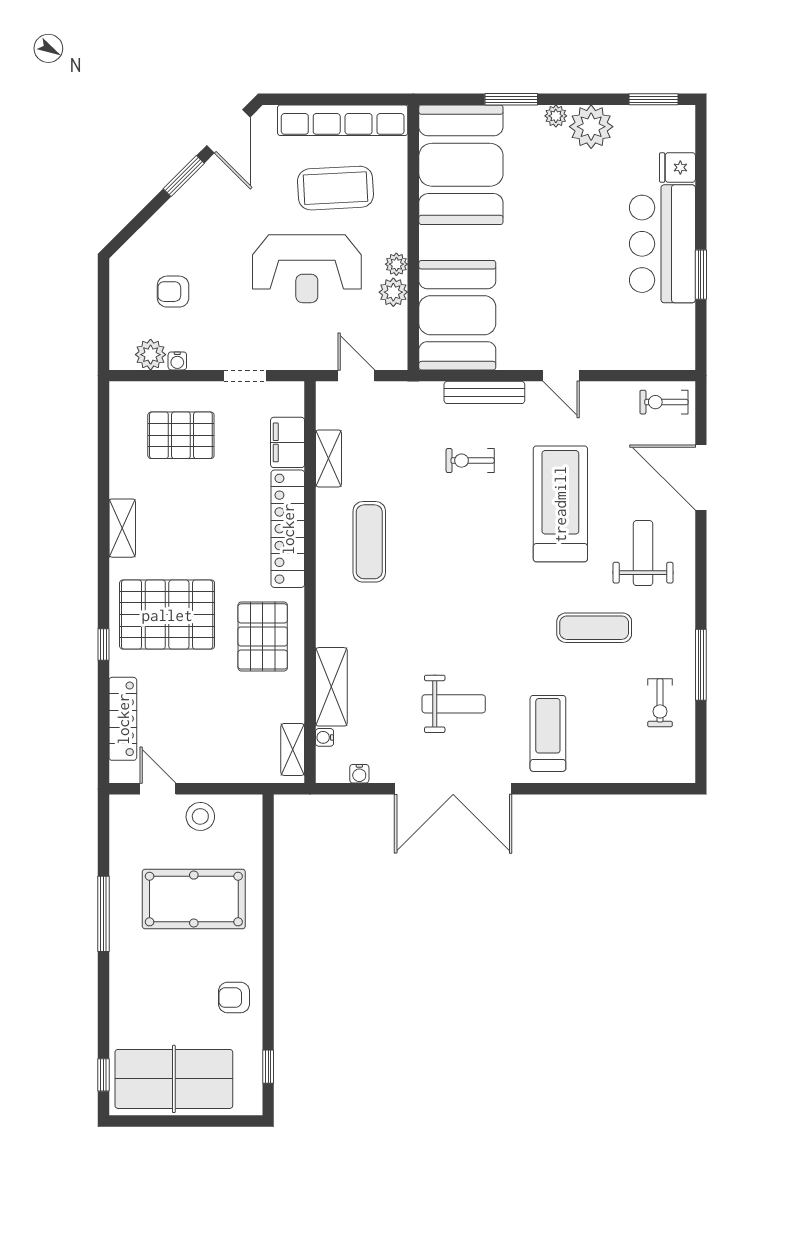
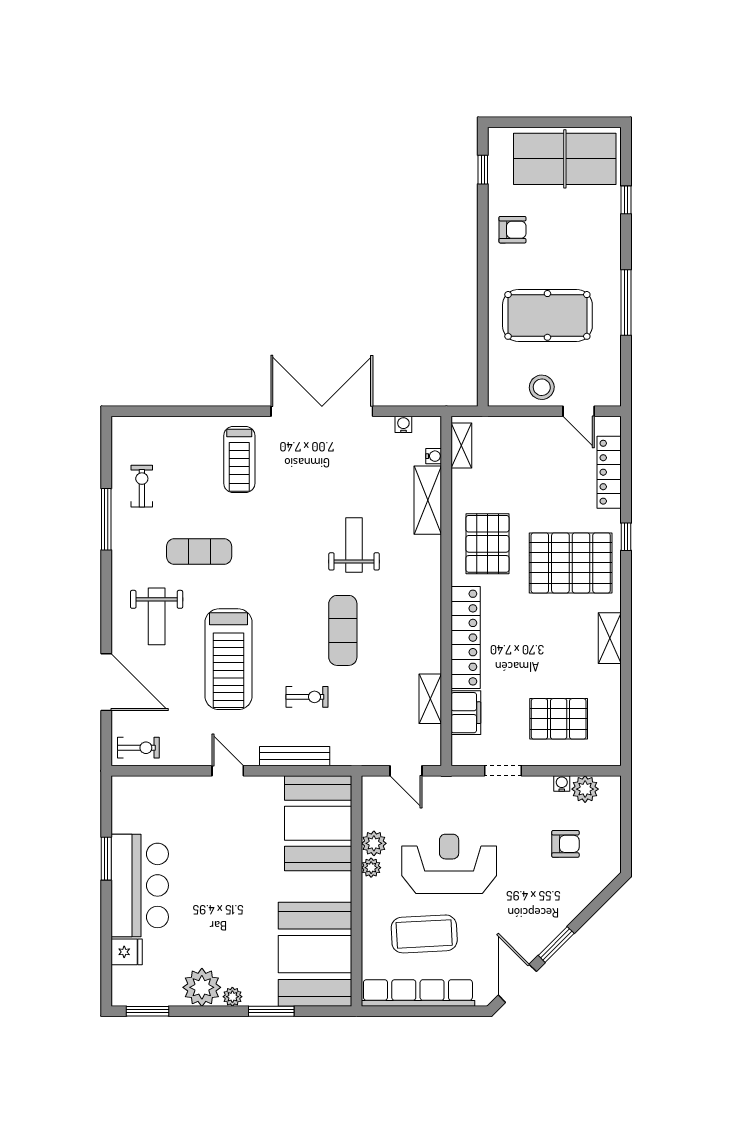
exercise mat: (369, 542) -> (343, 630), moved
weight bench: (454, 704) -> (354, 545), moved, turned 90
window: (103, 1075) -> (626, 200), moved

